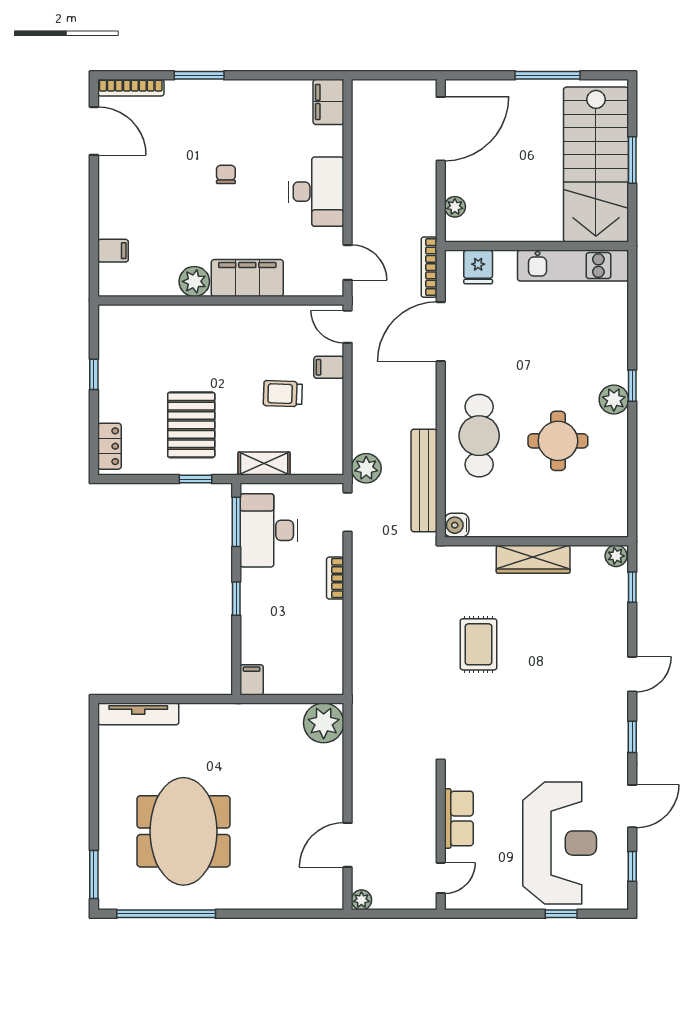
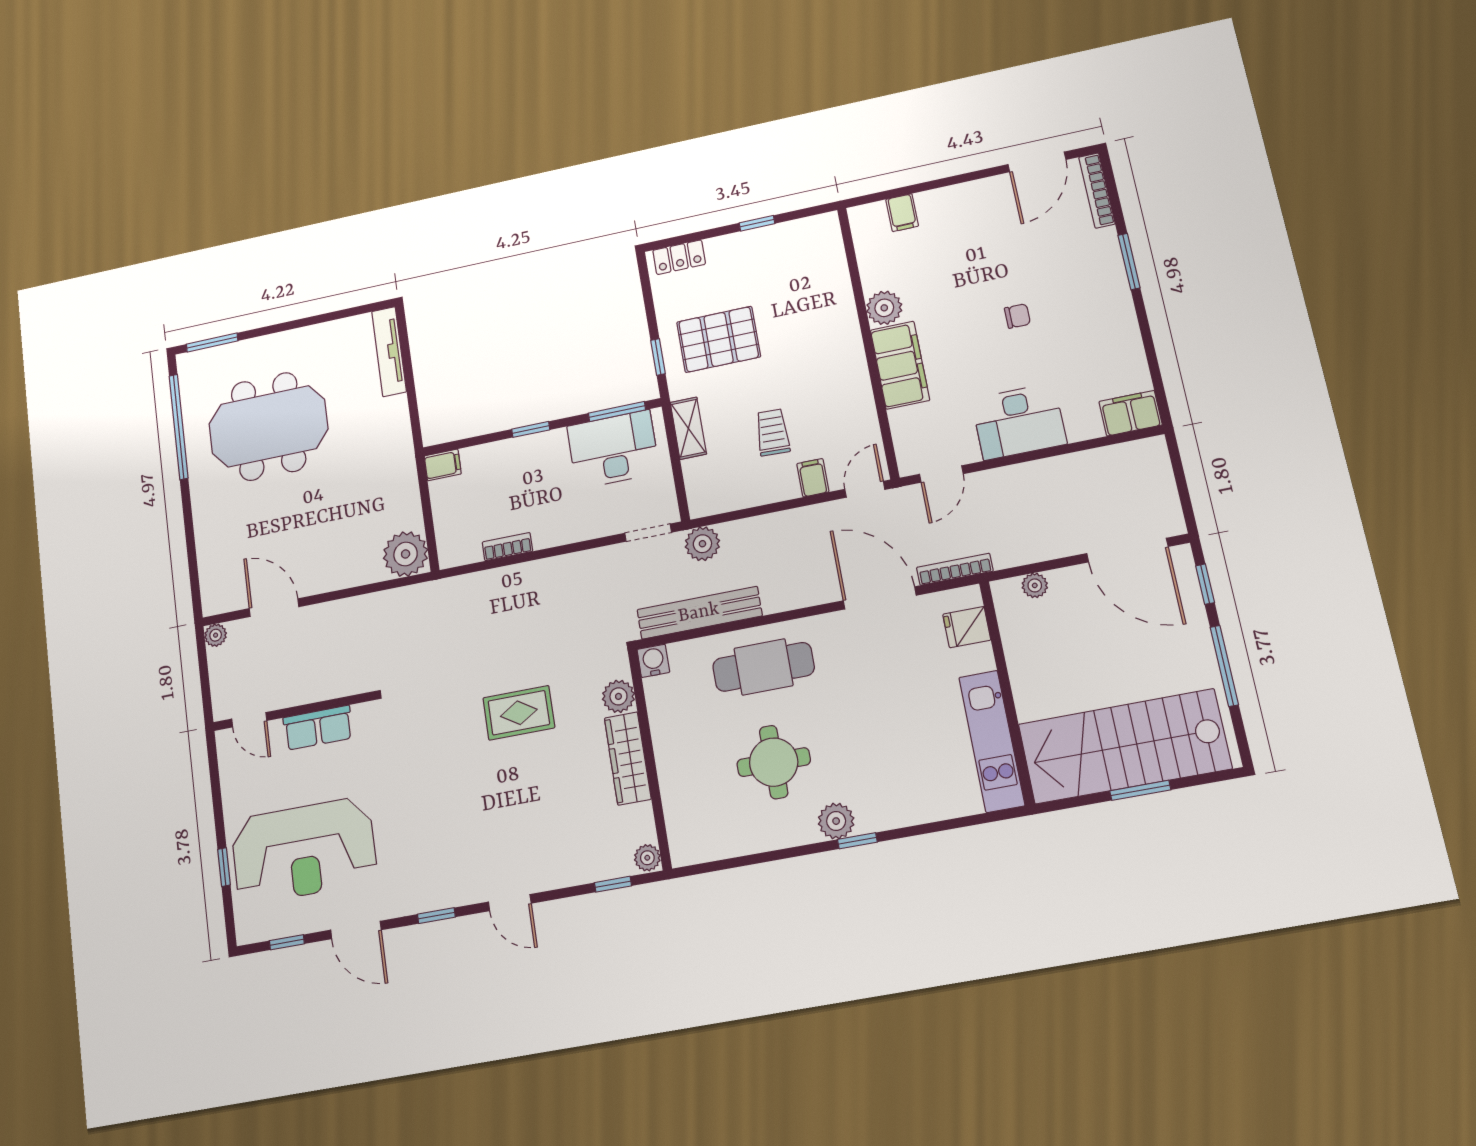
window: (480, 75) -> (1205, 584), added
plant: (481, 559) -> (618, 696), added
bookcase: (335, 578) -> (507, 547), moved

